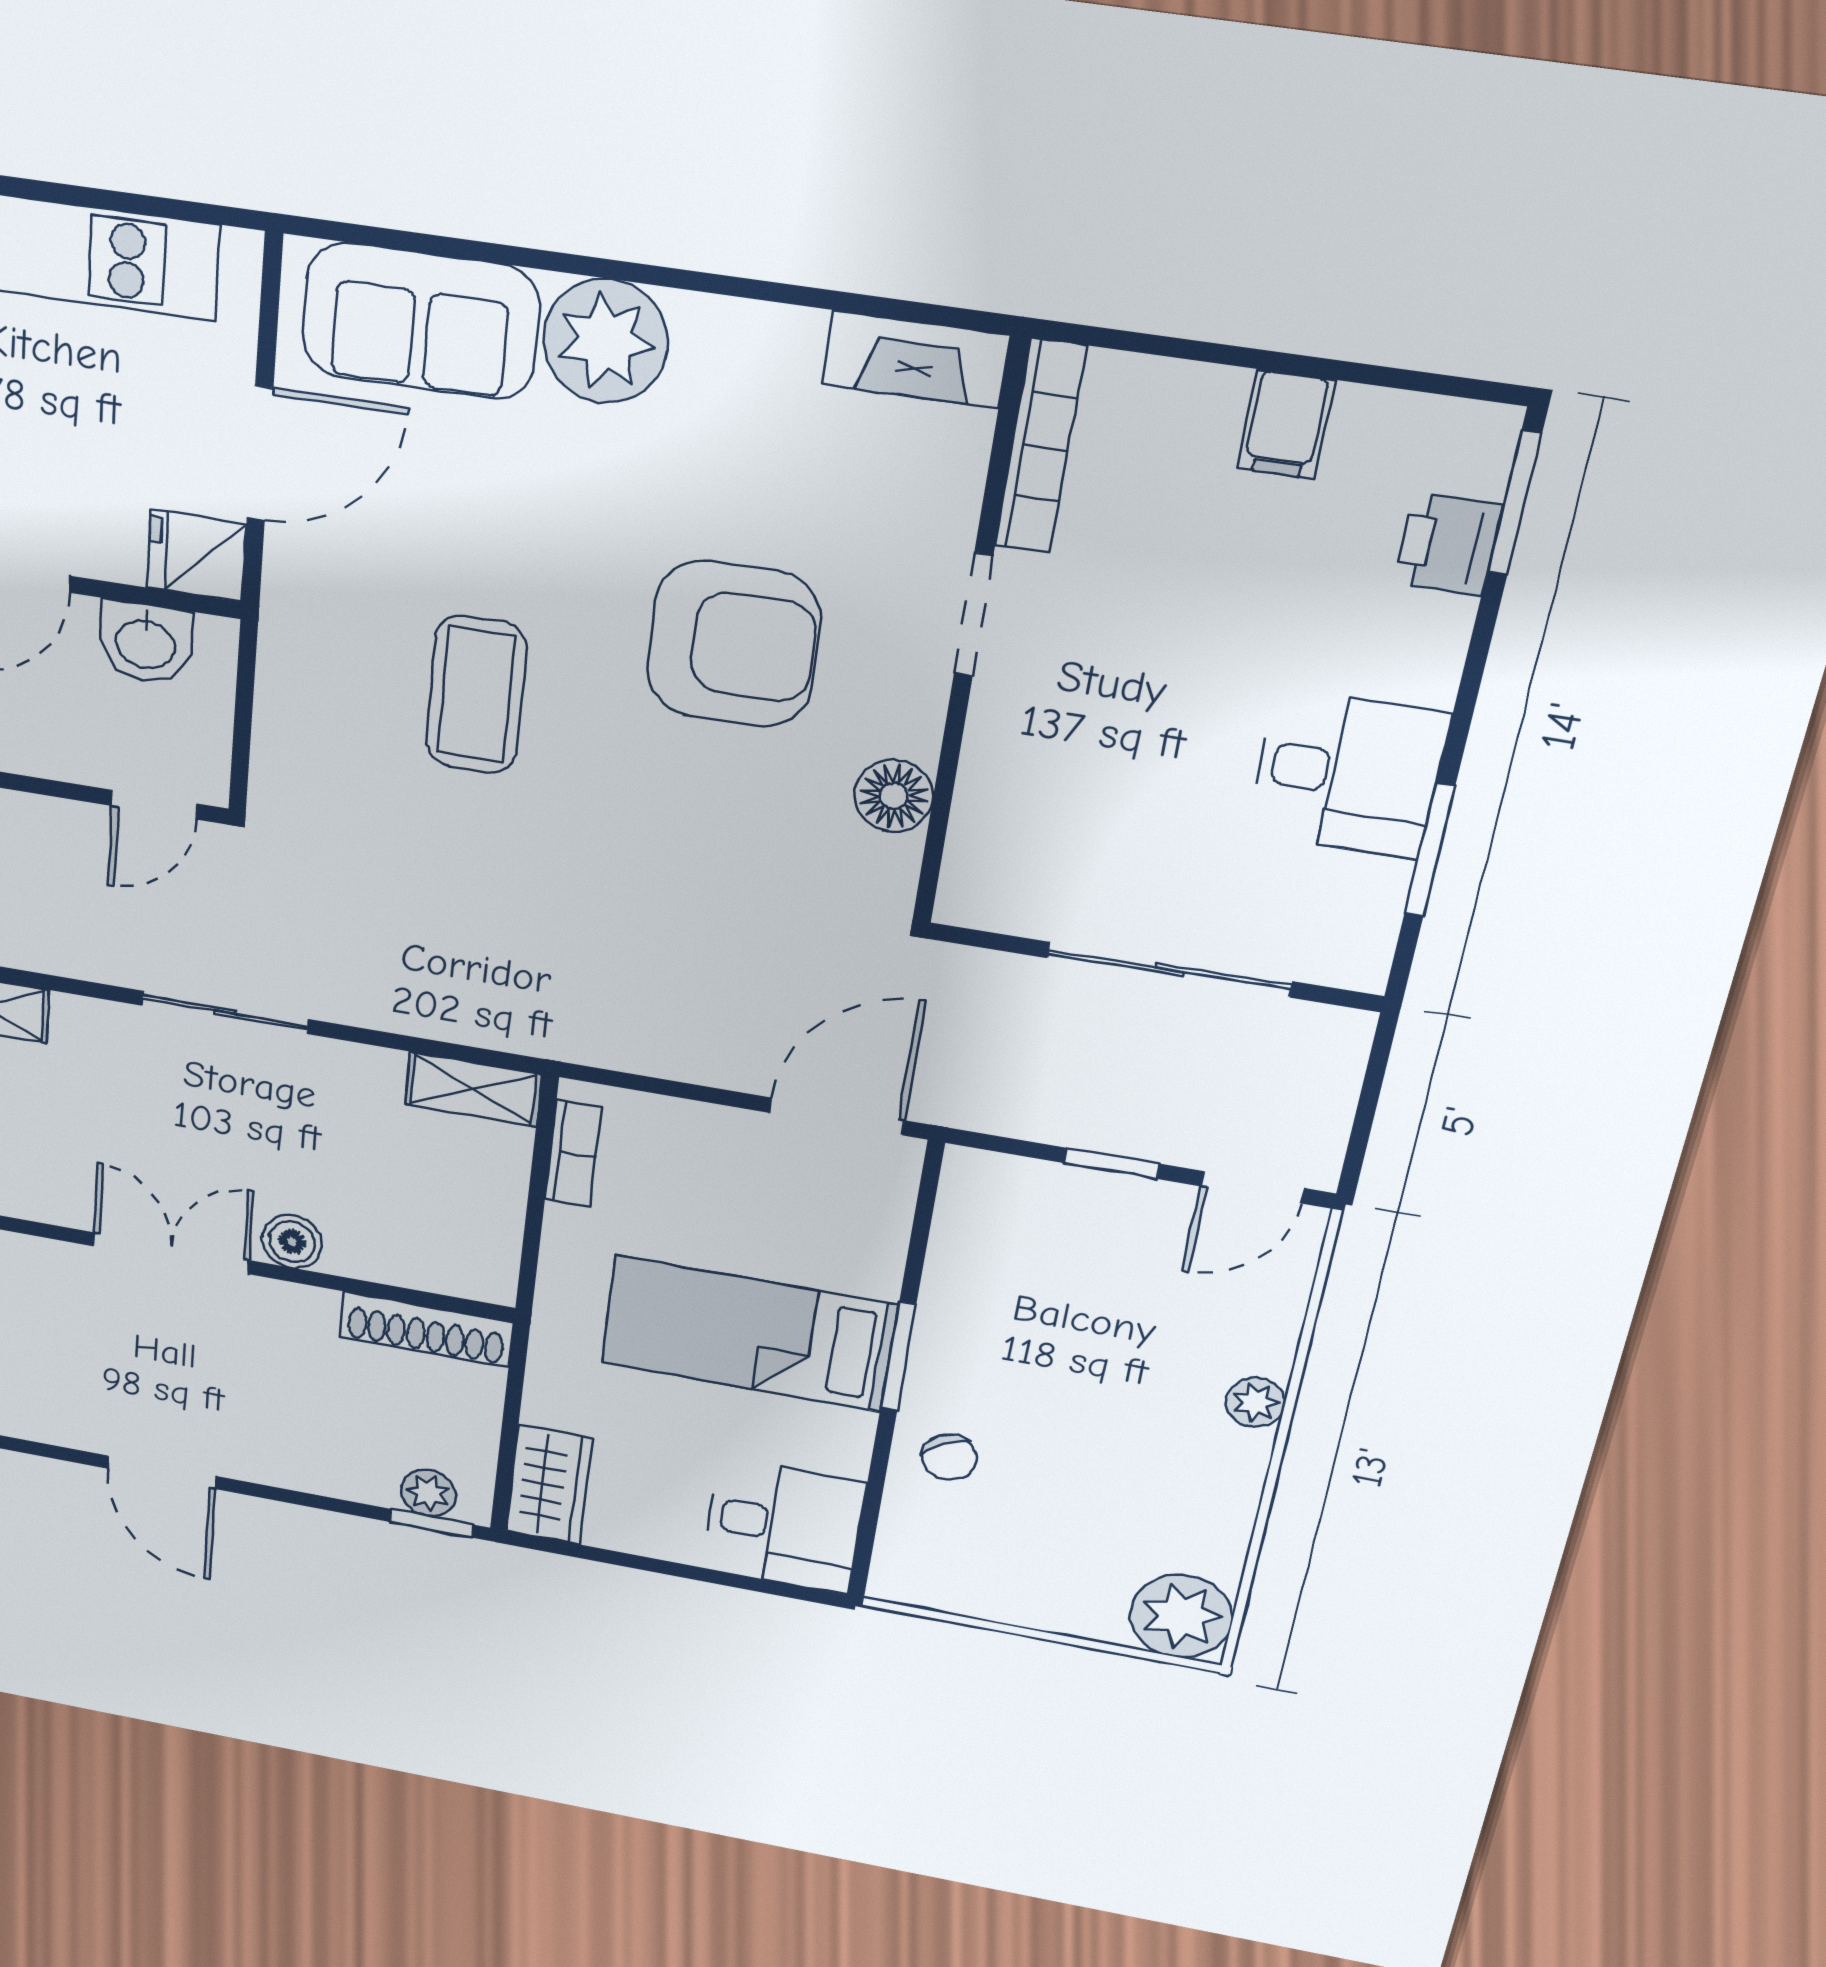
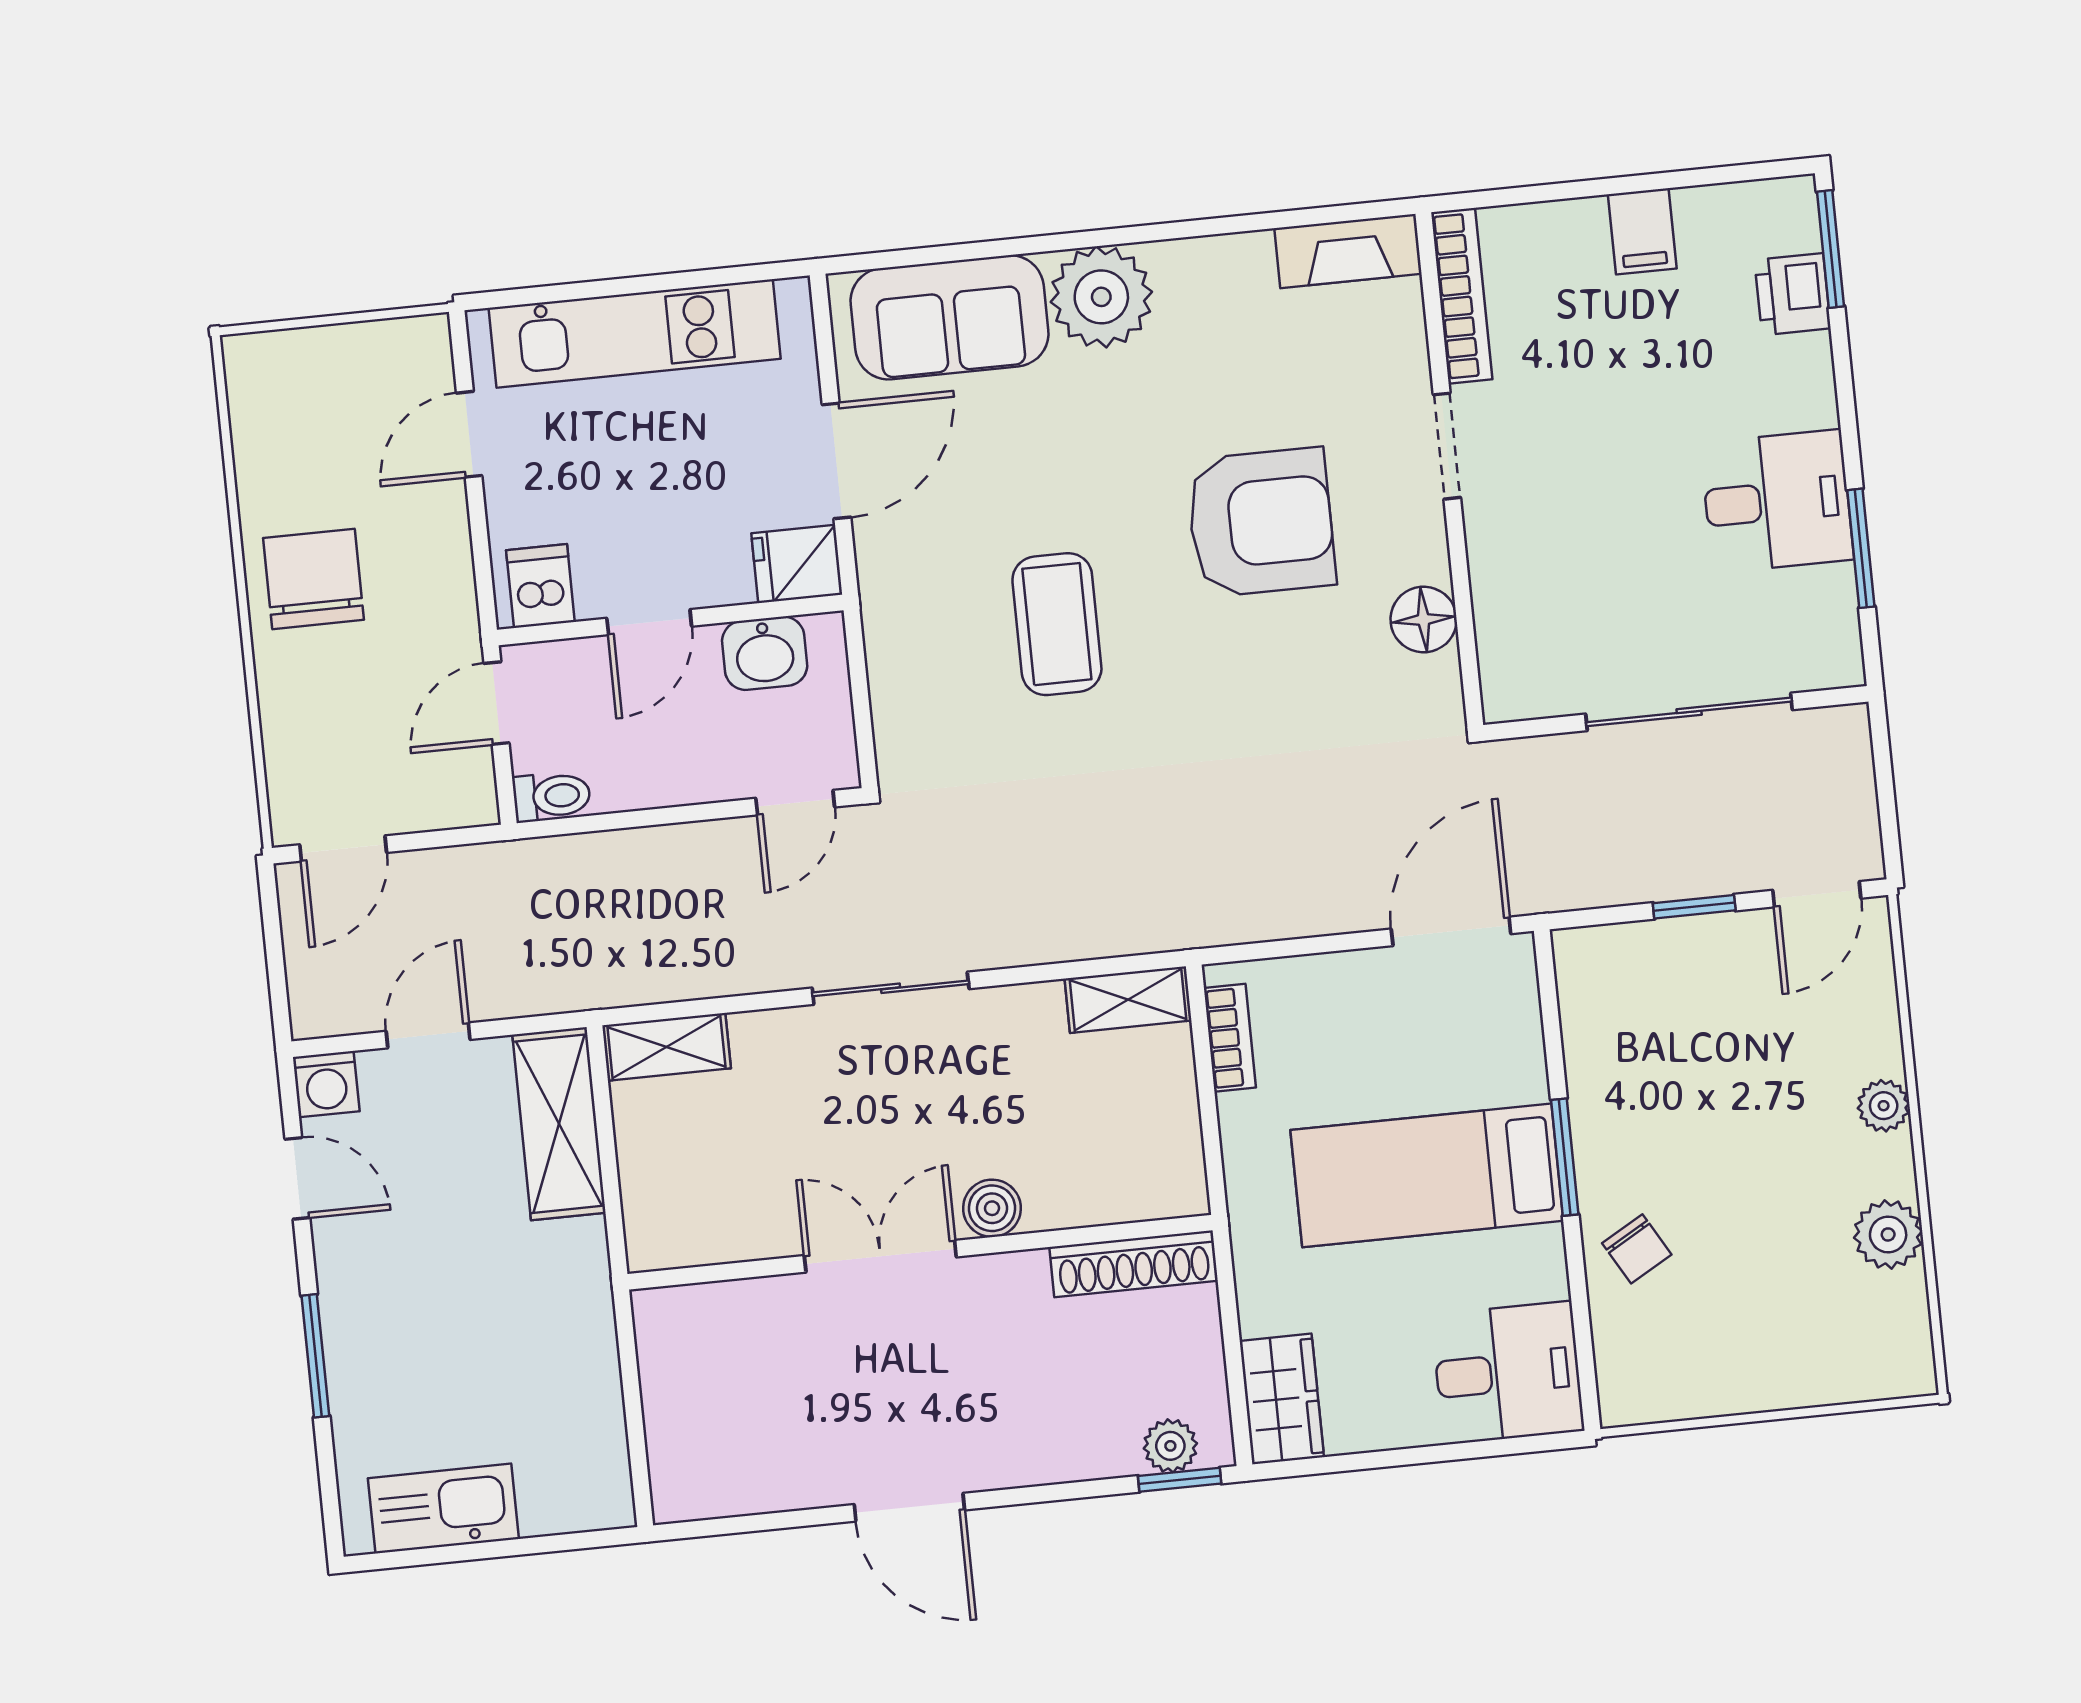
plant: (1181, 1616) -> (1888, 1234), moved, width x0.73, depth x0.73

